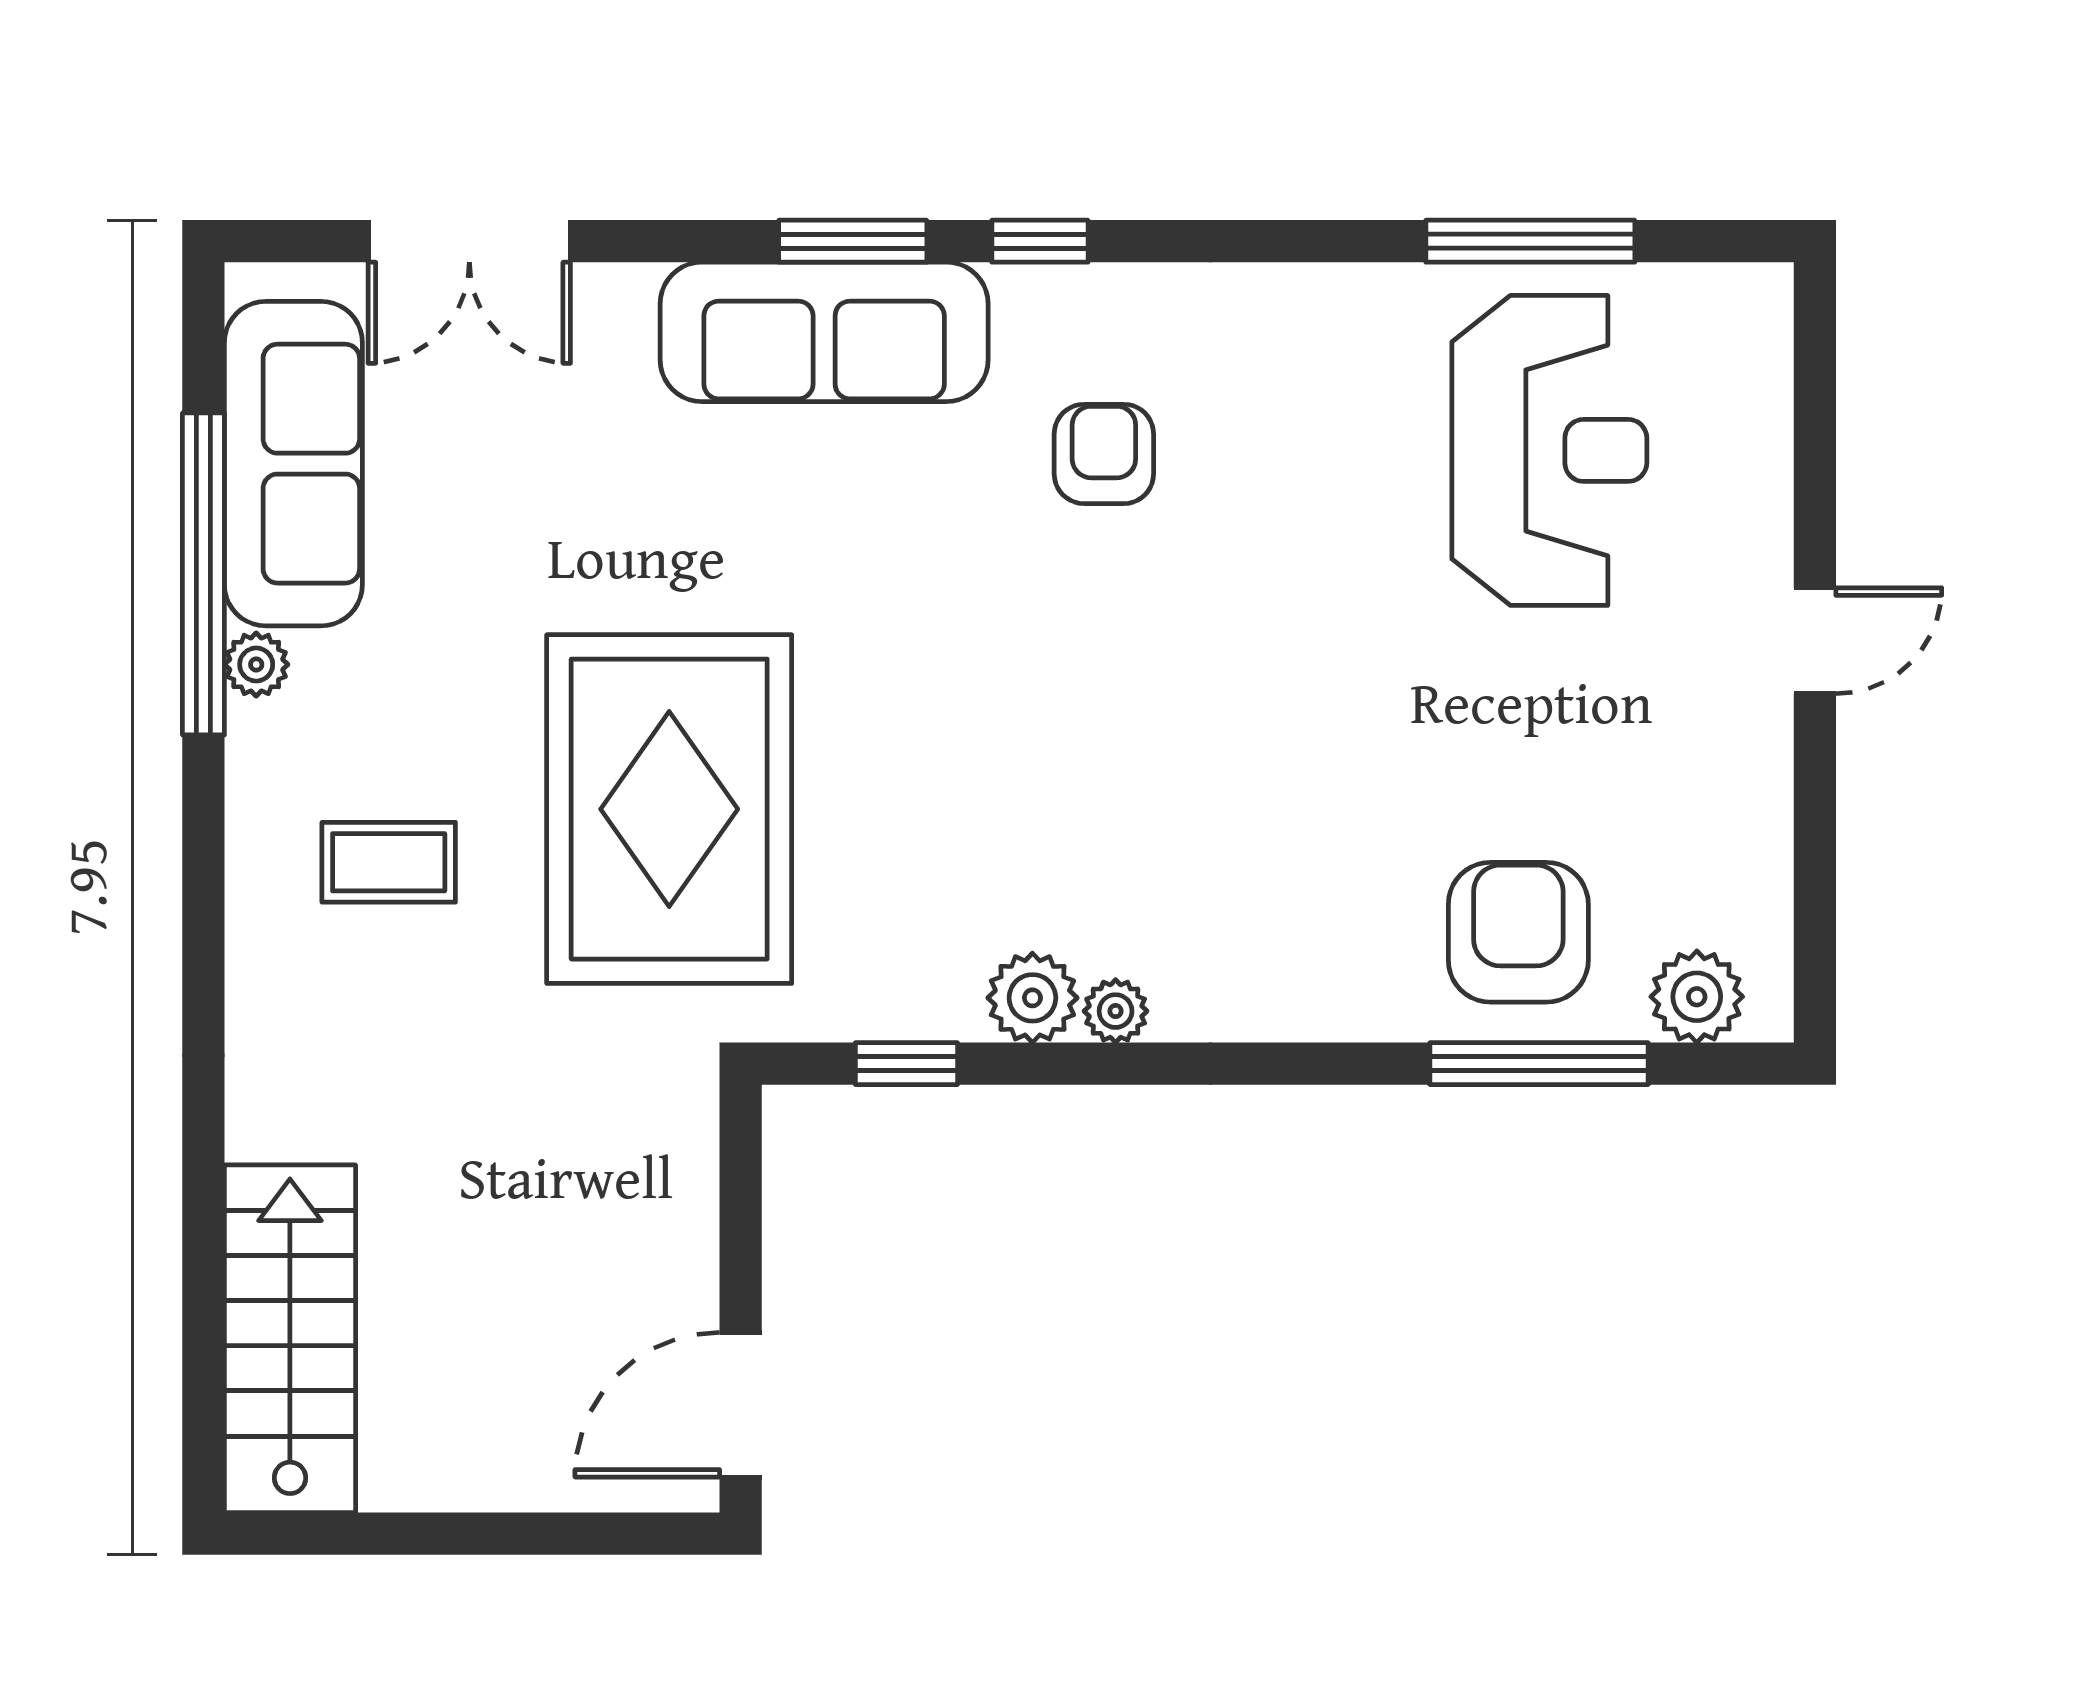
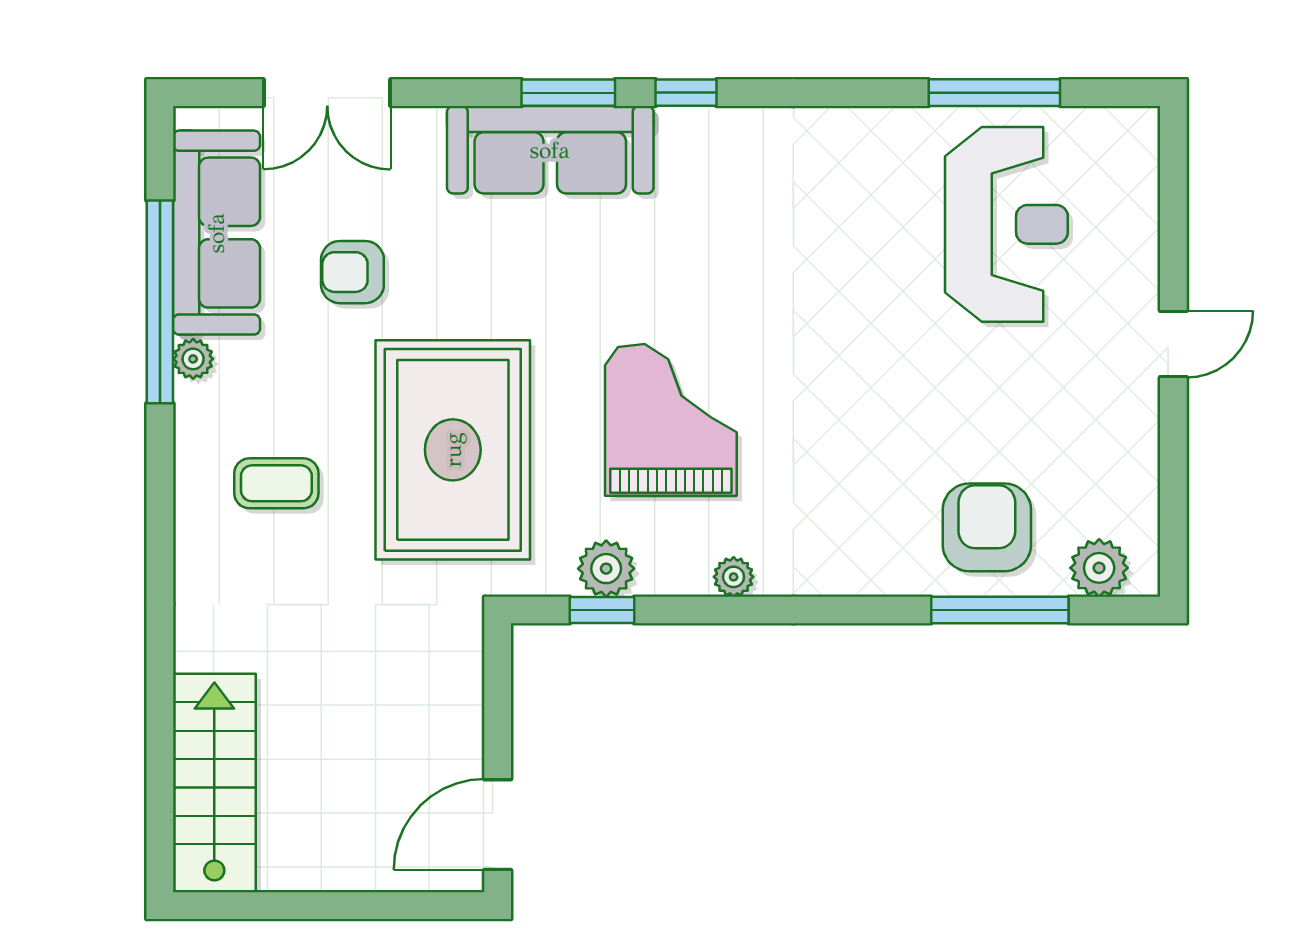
armchair: (1104, 454) -> (352, 272), moved, turned -90
grand piano: (1016, 762) -> (671, 420), added
plant: (1032, 998) -> (606, 569), moved

